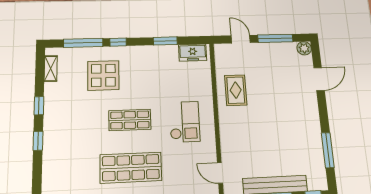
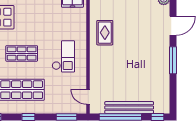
window: (328, 150) -> (173, 60), moved

